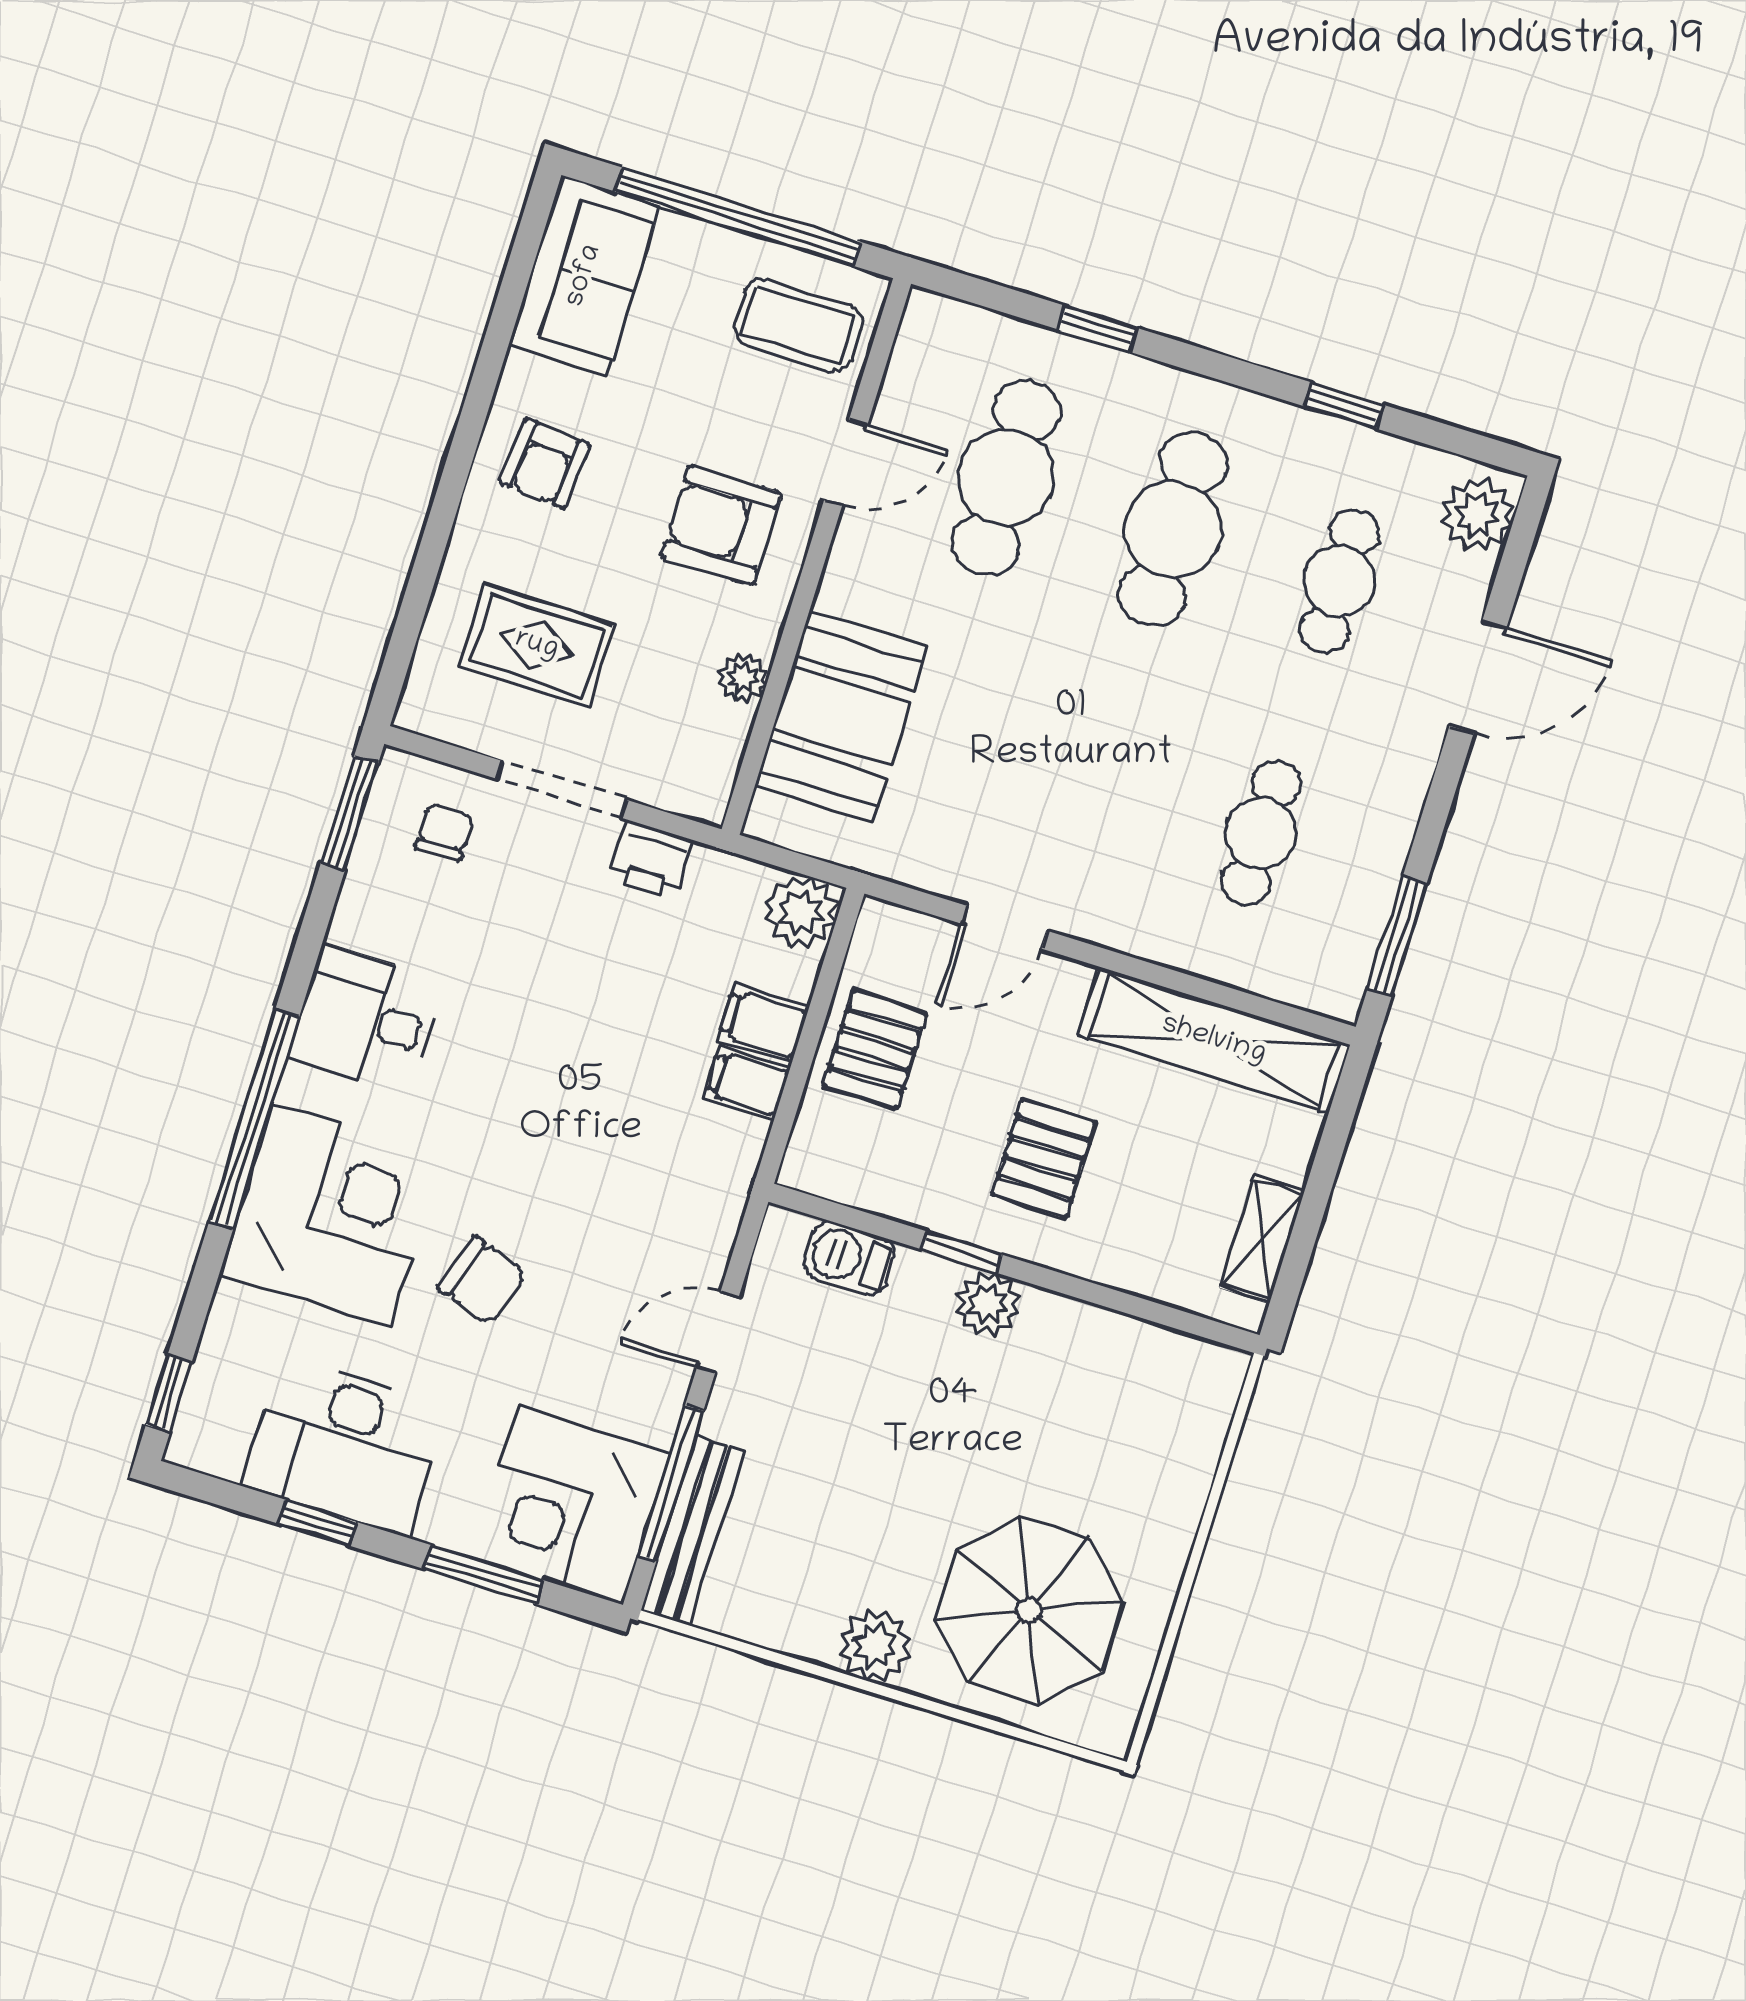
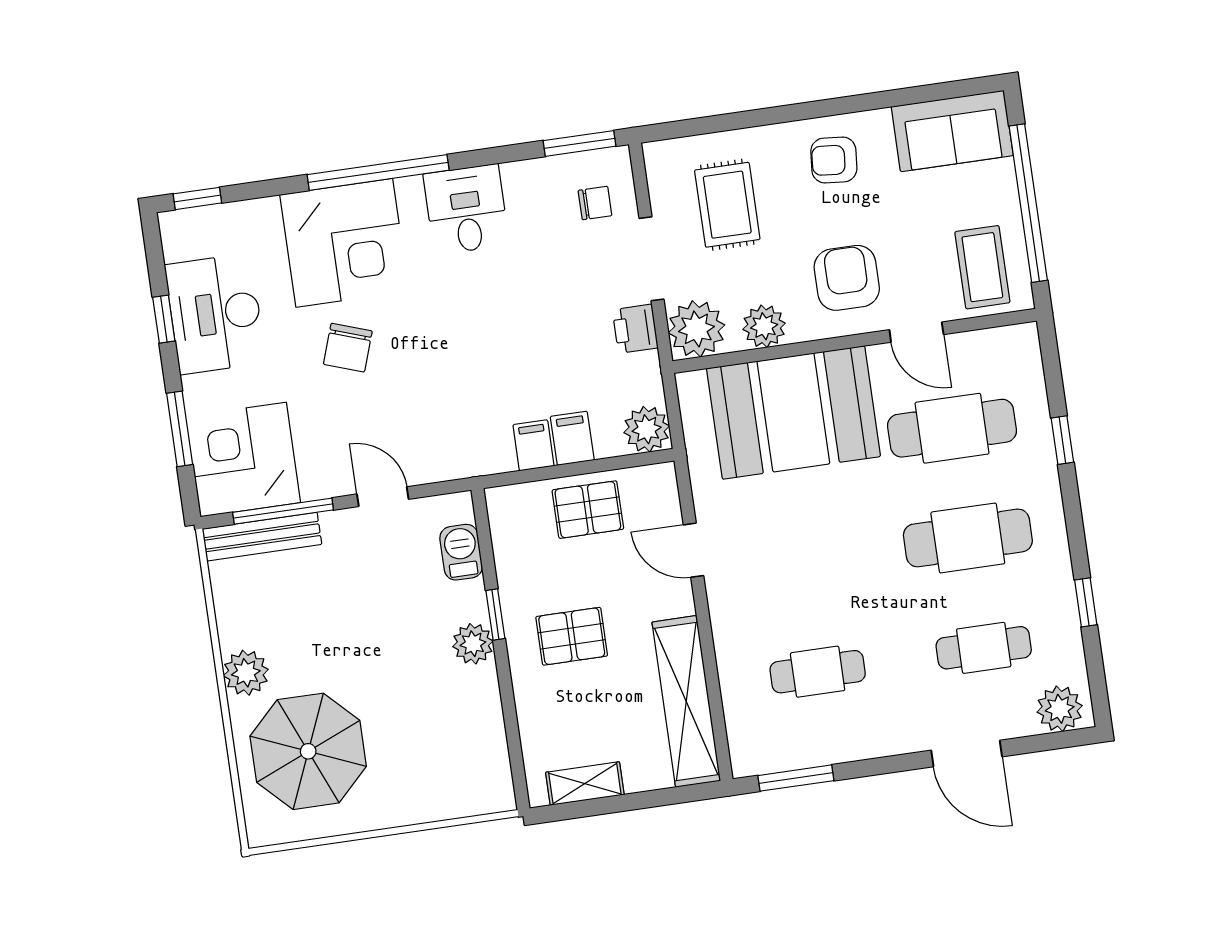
plant: (743, 678) -> (764, 326), width x1.38, depth x1.38
booth: (841, 716) -> (793, 412), width x1.36, depth x1.42
plant: (692, 773) -> (696, 329), added

